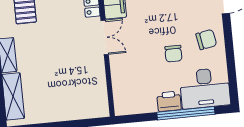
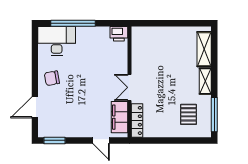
chair: (173, 54) -> (78, 70), removed
printer: (169, 101) -> (119, 34), moved

